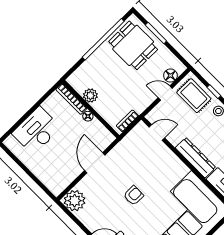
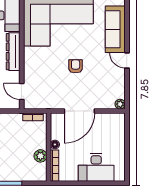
door: (95, 163) -> (79, 111), width x1.36
armchair: (134, 196) -> (76, 66), turned 90
plant: (75, 201) -> (120, 104), width x0.53, depth x0.53

